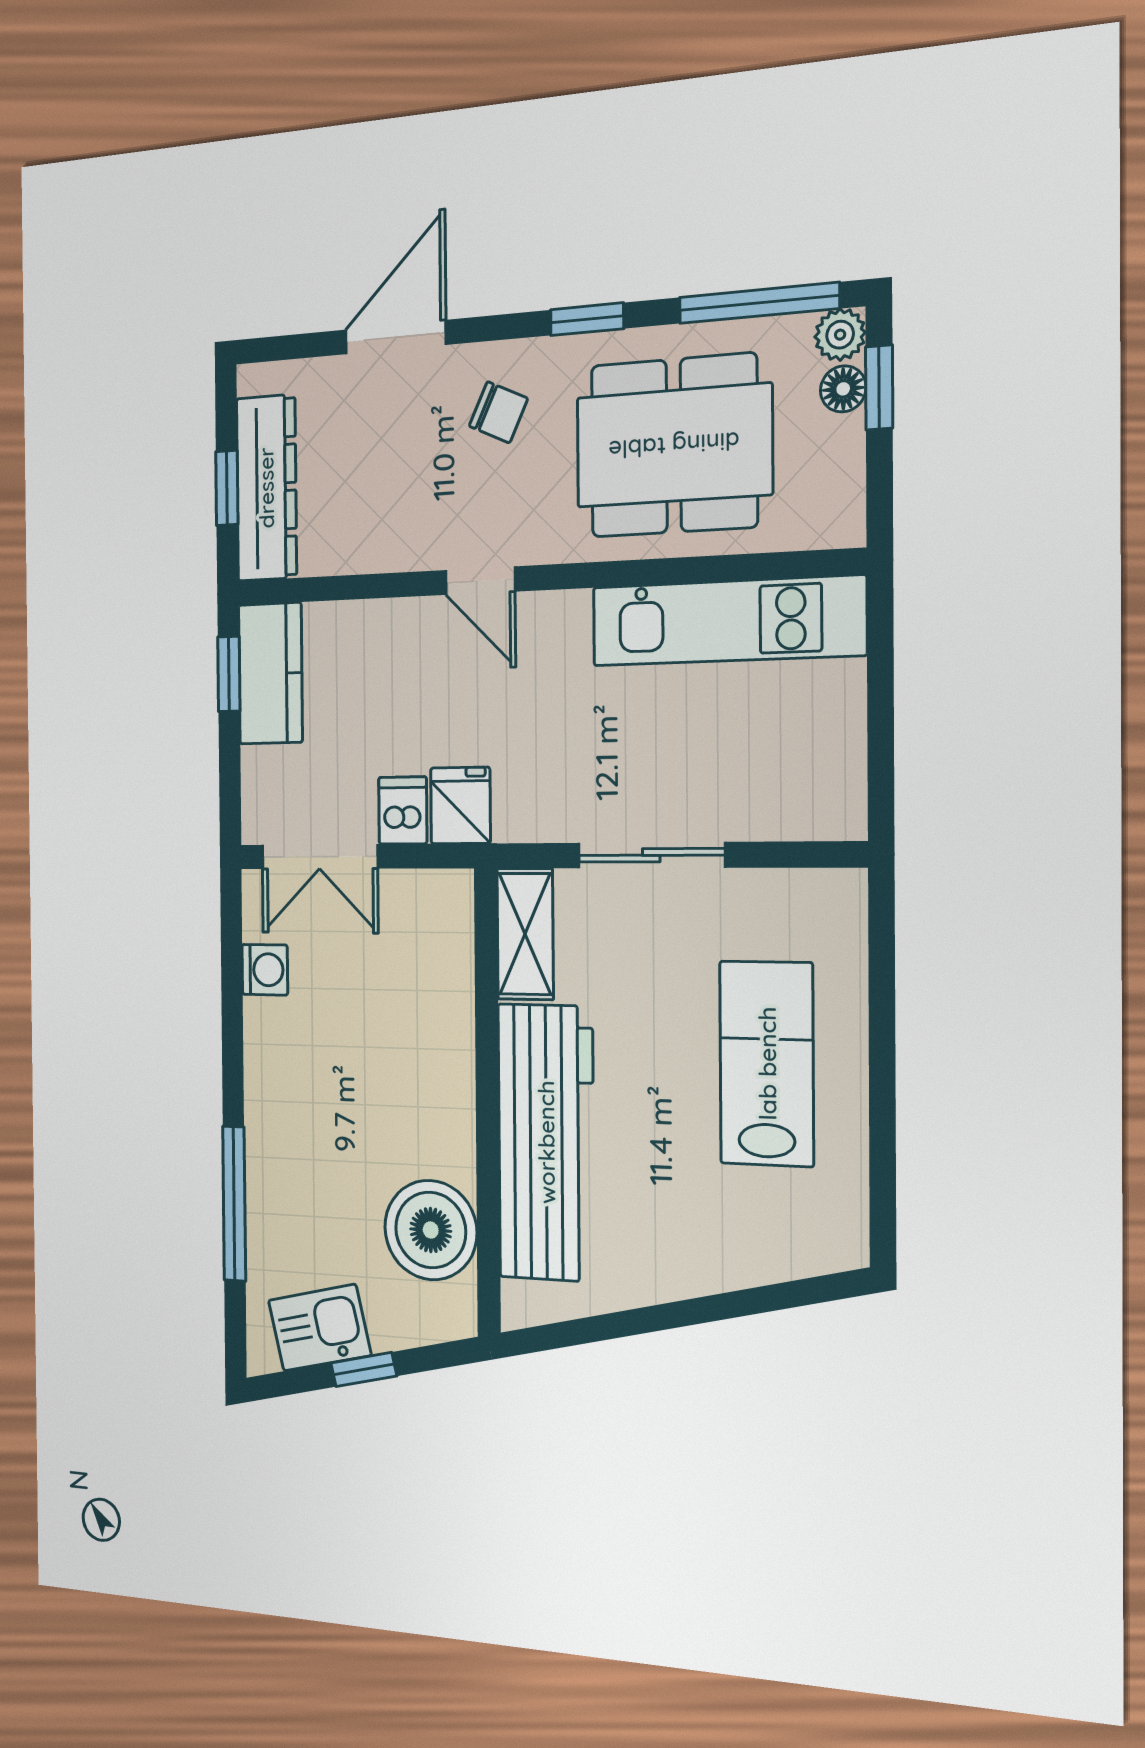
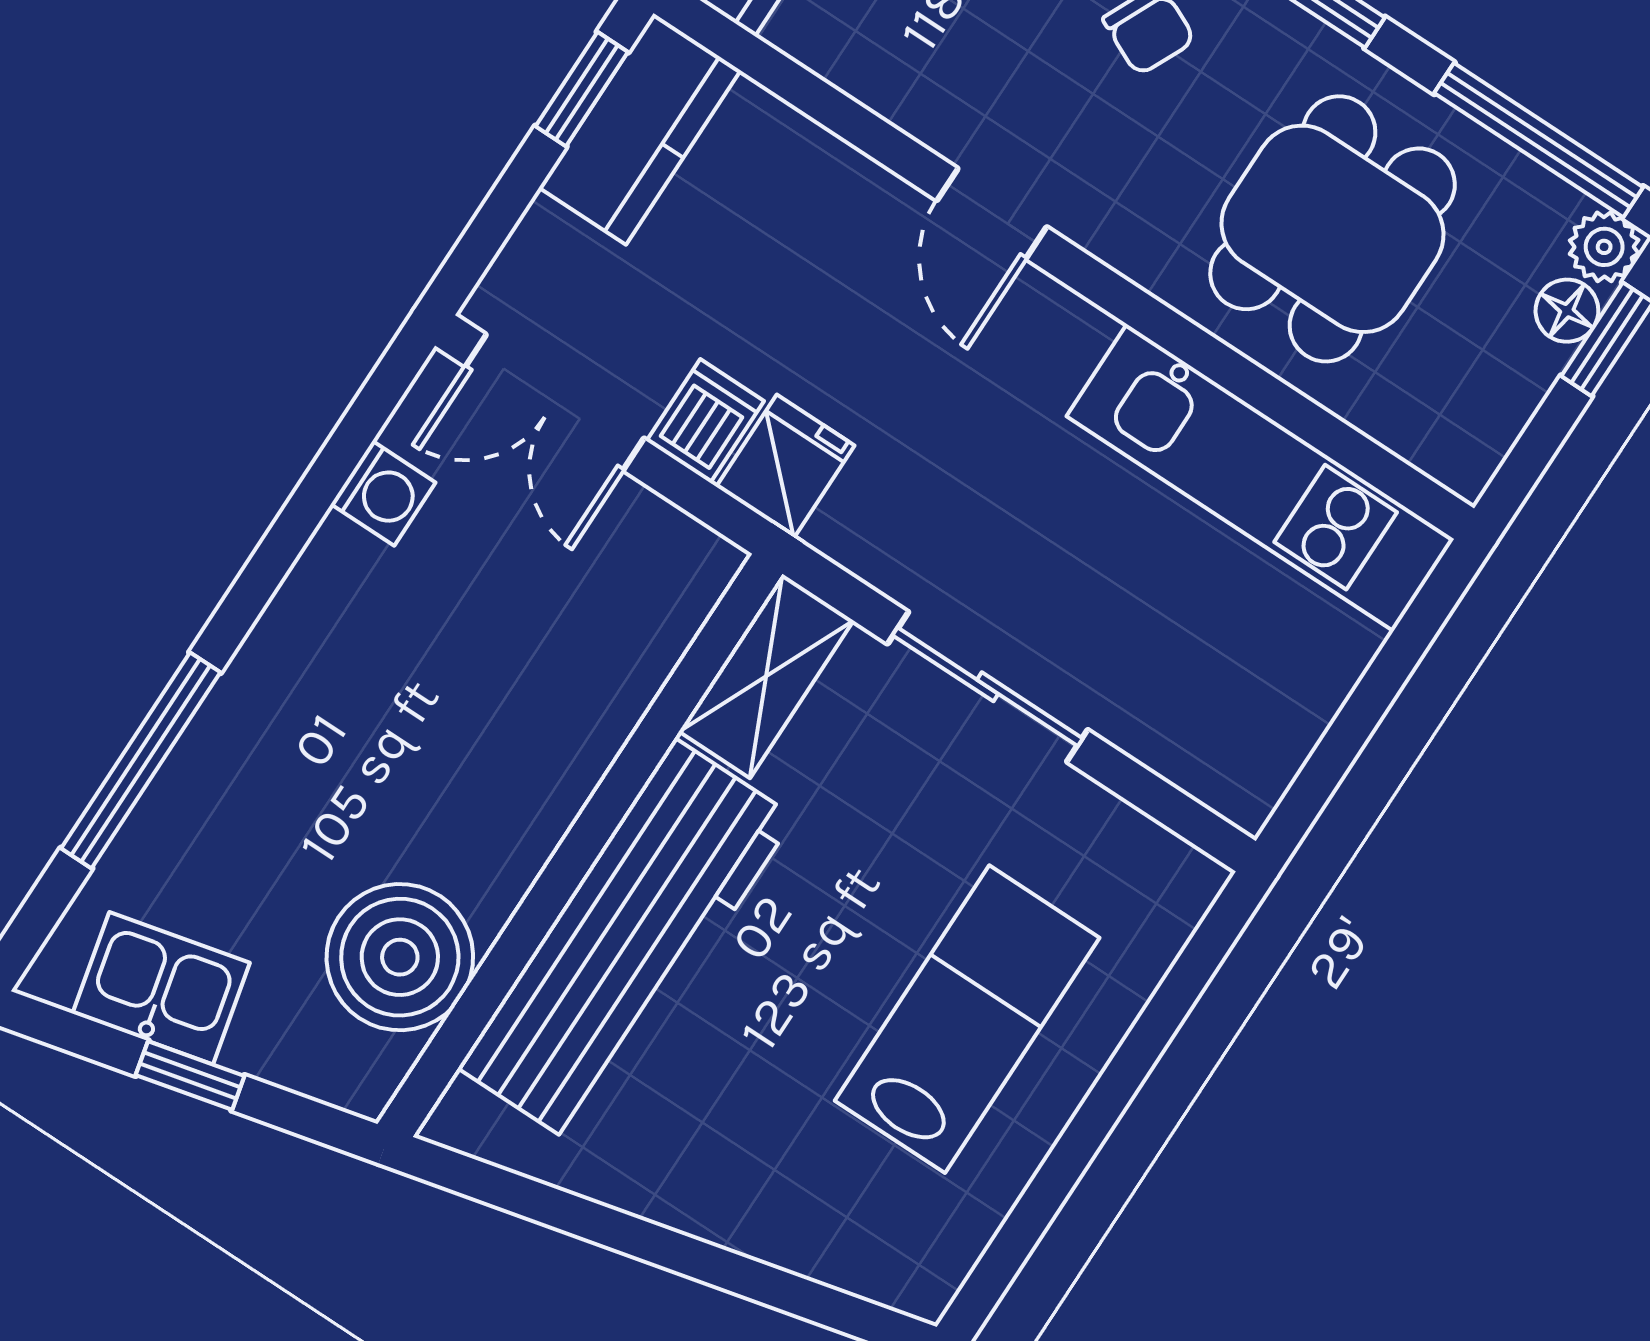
dining table: (674, 446) -> (1333, 229), width x0.73

